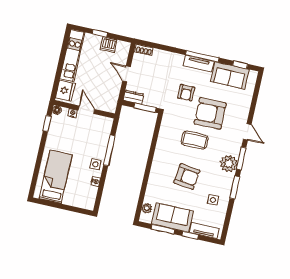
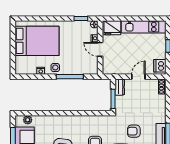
dishwasher: (109, 45) -> (160, 66), moved
door: (86, 110) -> (100, 49), swing flipped
bed: (56, 177) -> (37, 41), width x1.50

